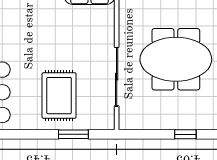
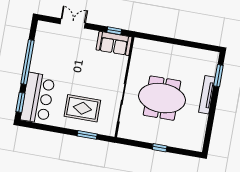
rug: (59, 96) -> (82, 108), turned 90

